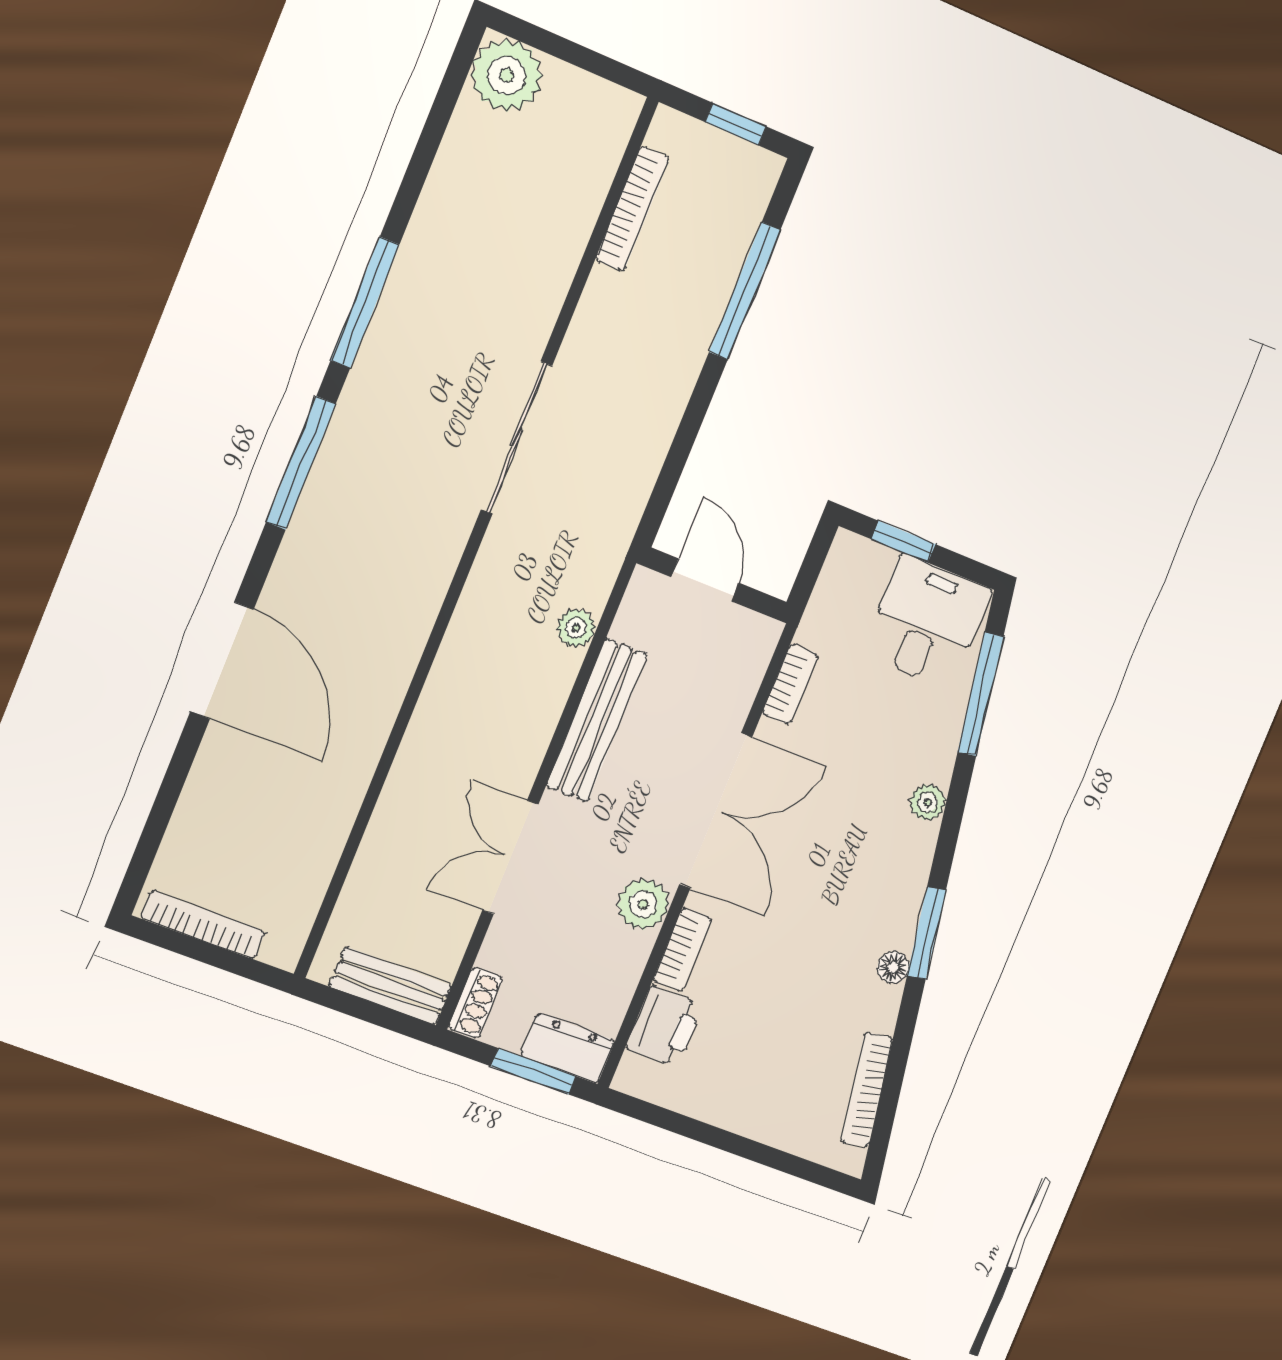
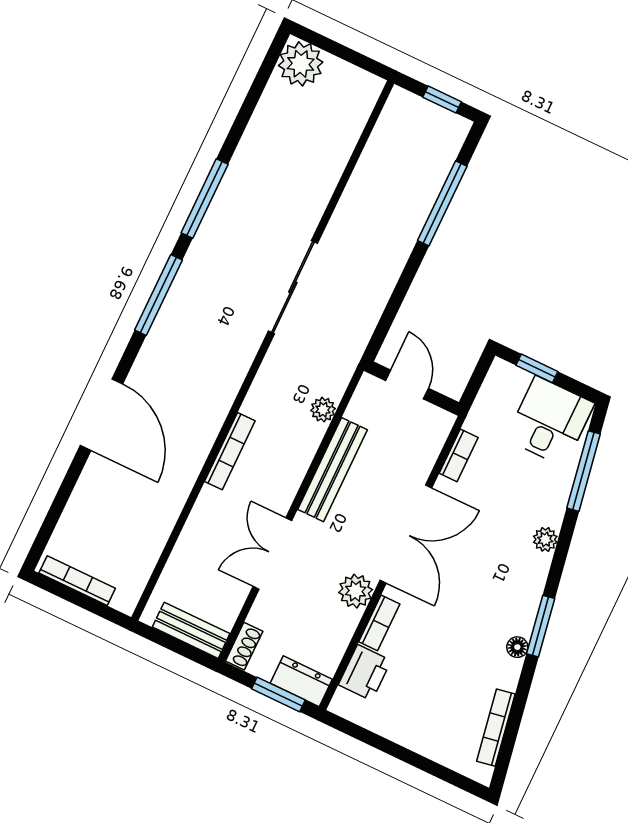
bookcase: (632, 209) -> (230, 451), moved

